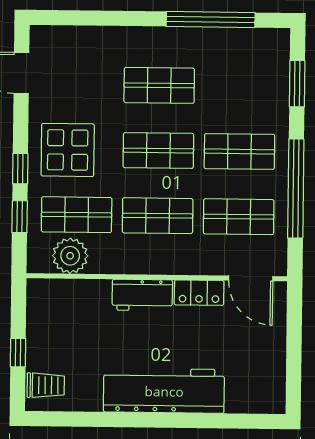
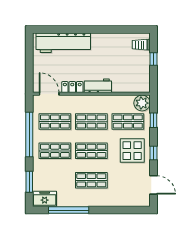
freezer: (264, 45) -> (45, 199), added
window: (20, 169) -> (153, 153), moved
plant: (70, 256) -> (142, 103), moved
workbench: (164, 391) -> (63, 43), moved

